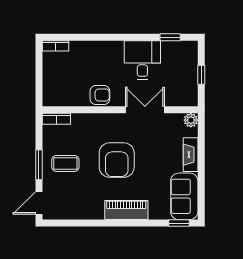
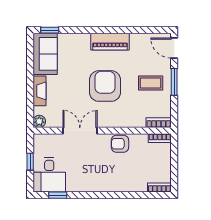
desk: (142, 60) -> (49, 175), moved
bookcase: (55, 101) -> (160, 138), added
double door: (145, 110) -> (80, 131), swing flipped
door: (39, 203) -> (174, 48), swing flipped
piano: (126, 210) -> (110, 42), moved

